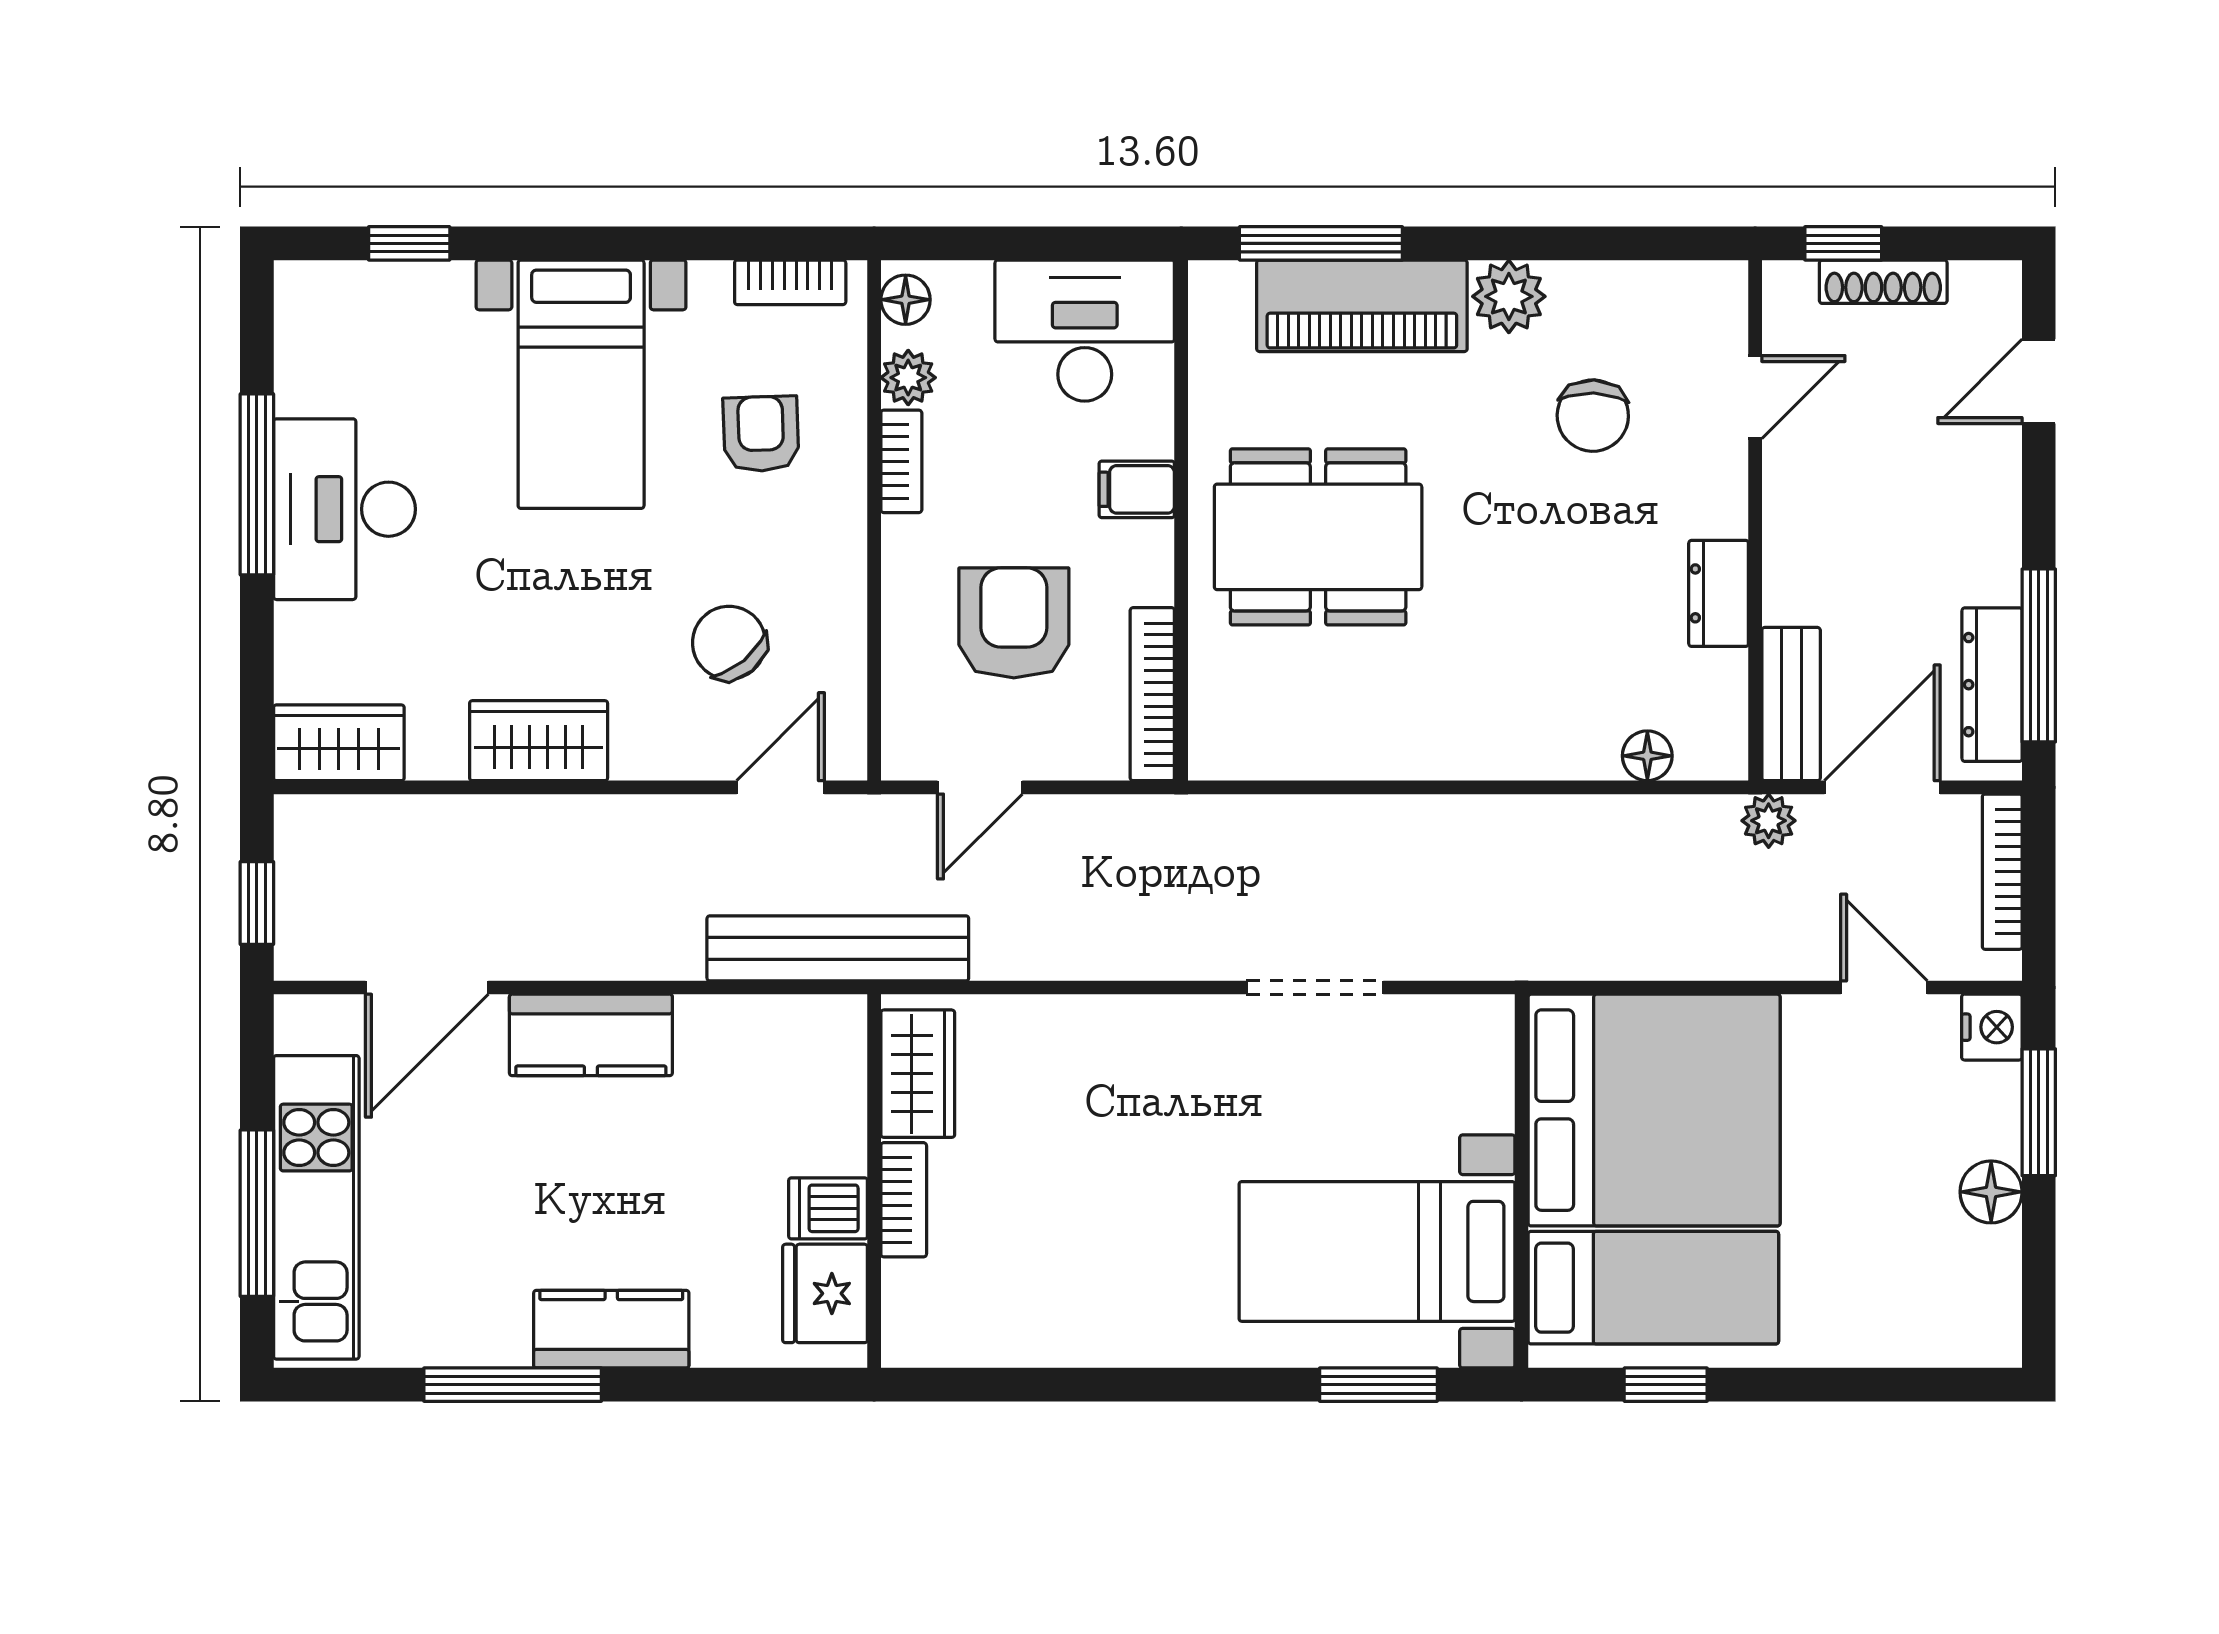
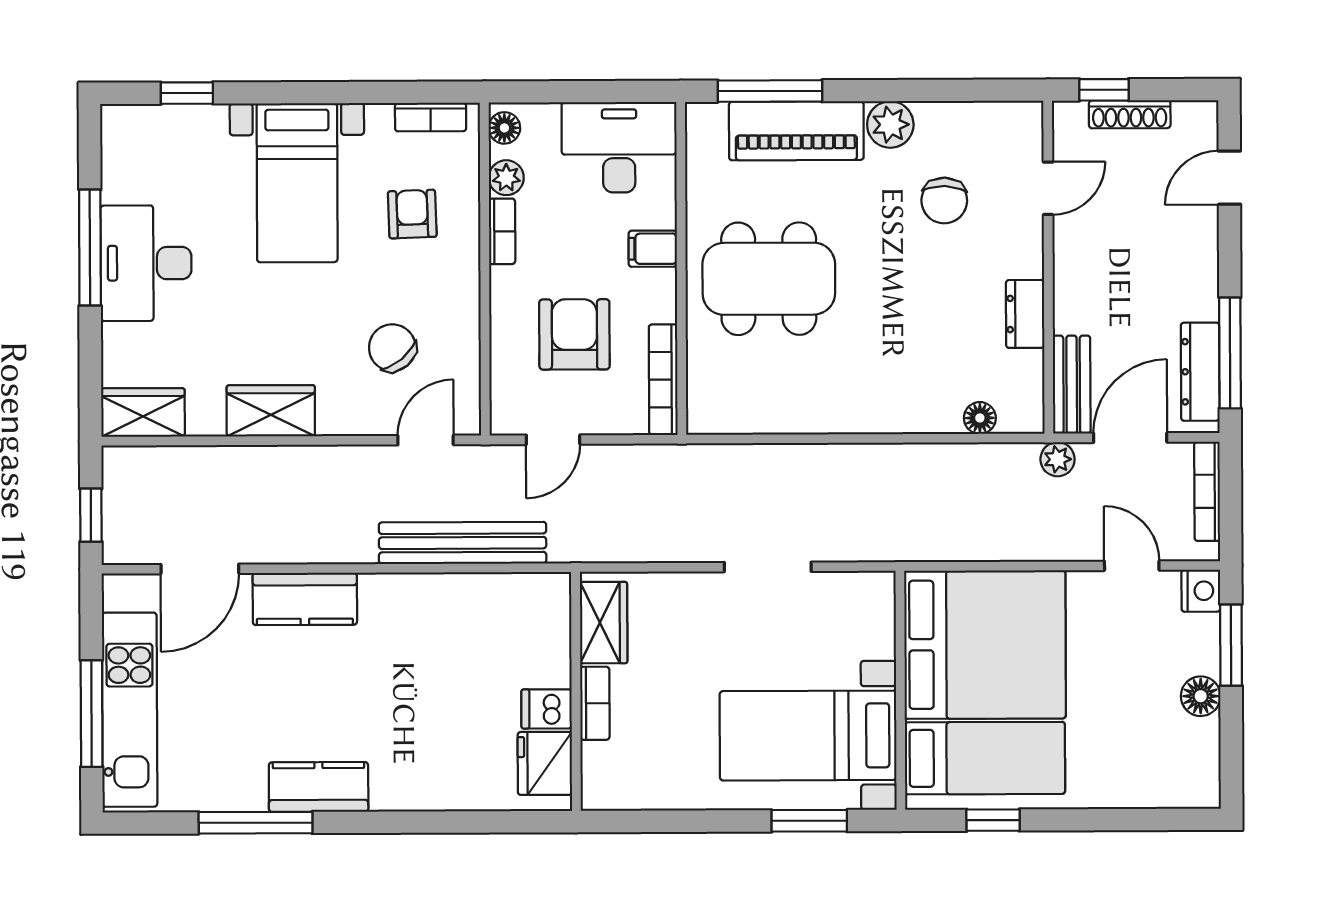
wardrobe: (918, 1074) -> (604, 623), moved
wall: (874, 1181) -> (576, 691), moved
bookcase: (904, 1200) -> (595, 703), moved
dishwasher: (828, 1208) -> (547, 709), moved
fridge: (825, 1293) -> (545, 763), moved

